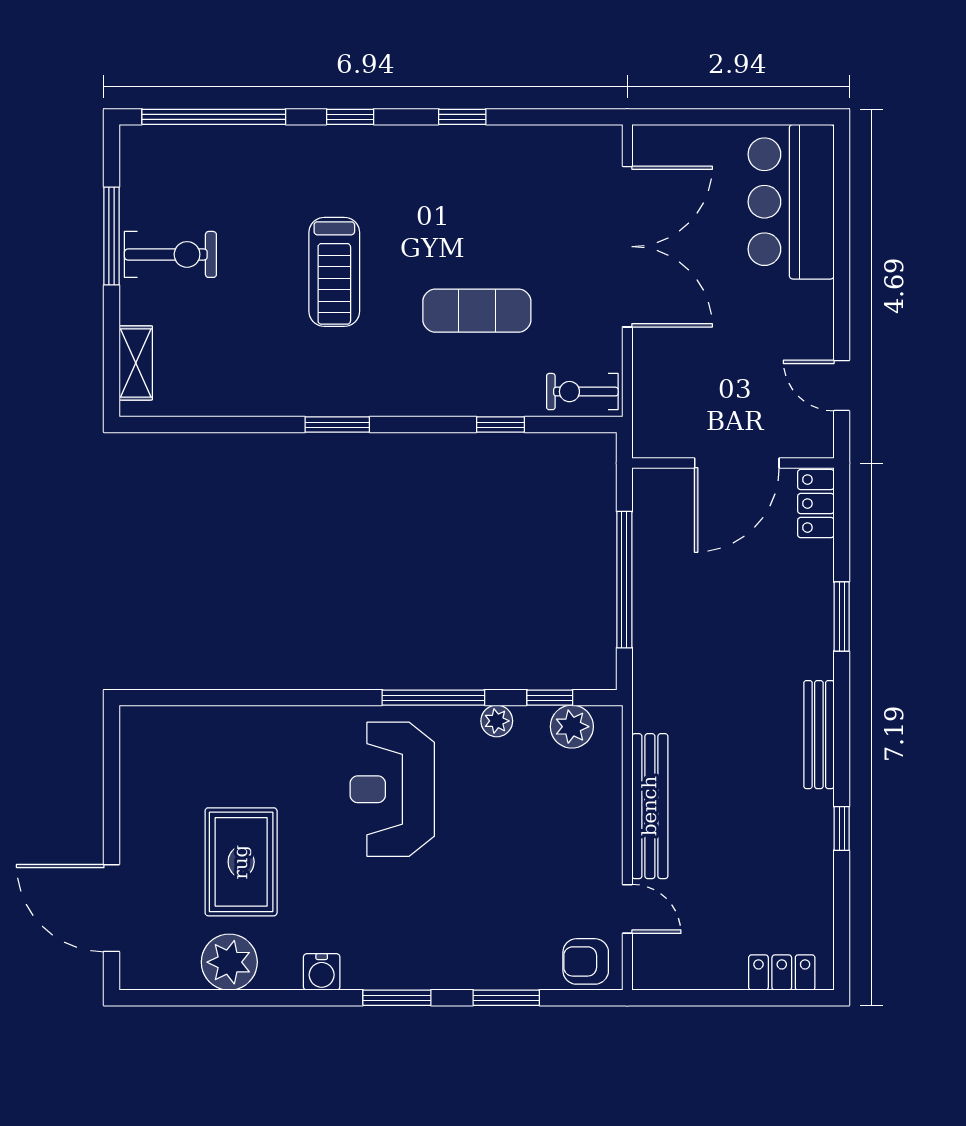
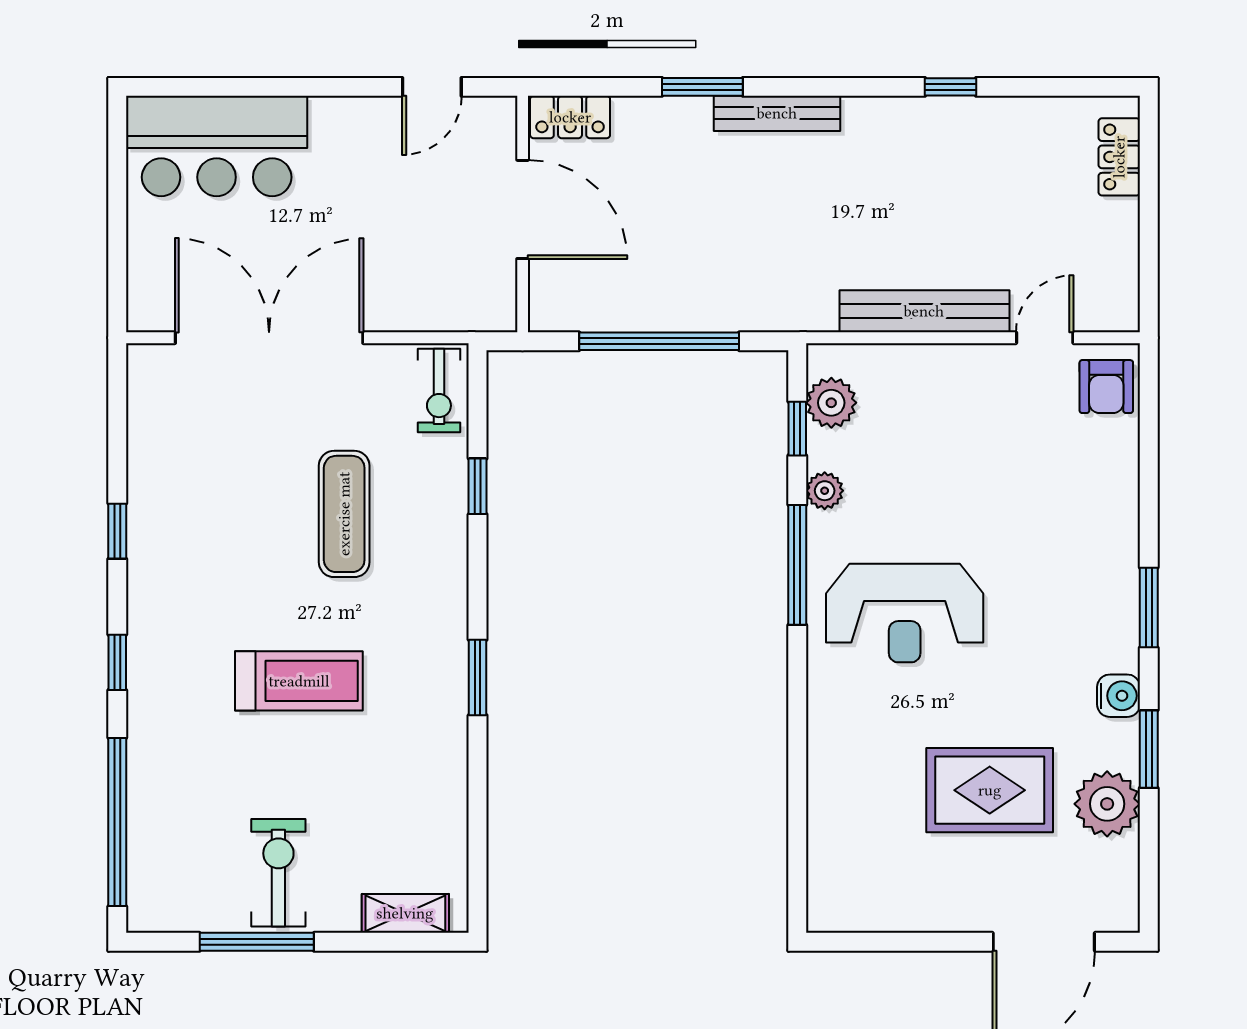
bench: (819, 735) -> (777, 113), moved
window: (506, 998) -> (1149, 749), moved

